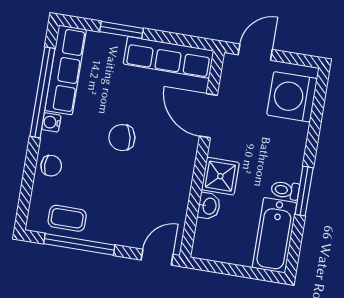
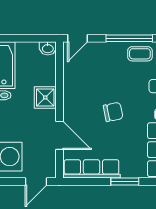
washbasin: (209, 206) -> (48, 48), moved, turned -90

